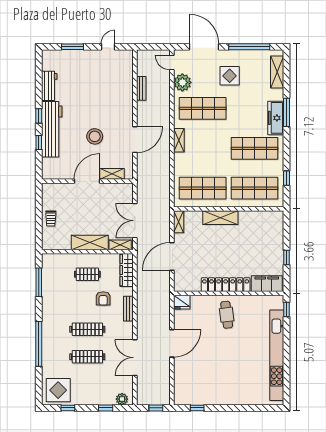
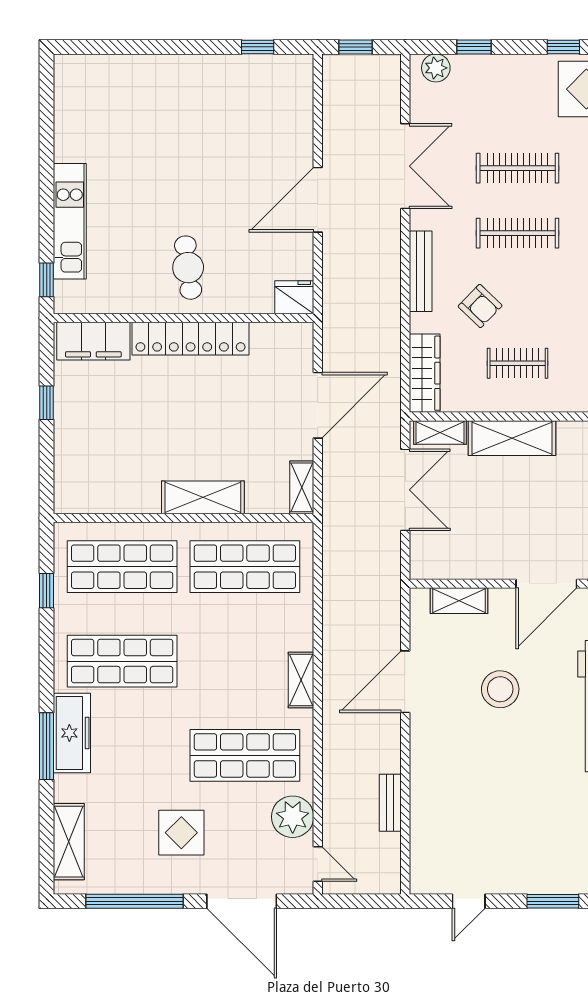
door: (87, 181) -> (546, 584), moved
armchair: (103, 298) -> (480, 306), turned 134
bench: (128, 309) -> (421, 271), width x1.36
kitchen unit: (277, 355) -> (70, 221), width x0.54

